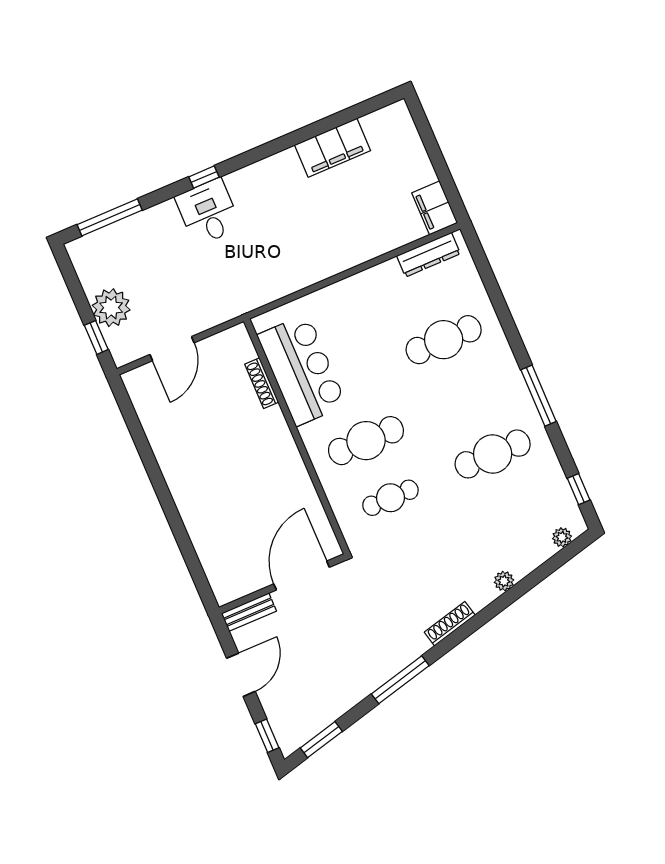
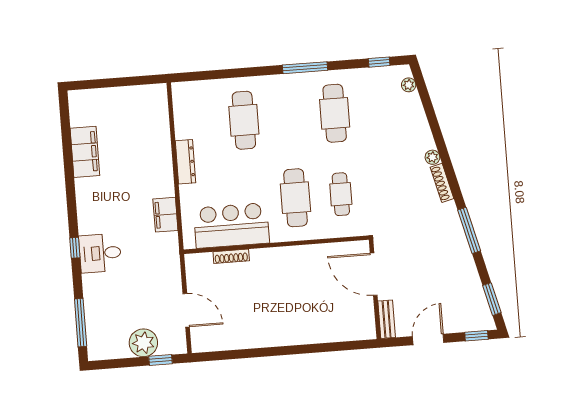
filing cabinet: (435, 208) -> (165, 215), moved, turned 90
dresser: (428, 255) -> (185, 162), moved
plant: (504, 581) -> (432, 157), moved
door: (241, 675) -> (428, 339), hinge flipped

